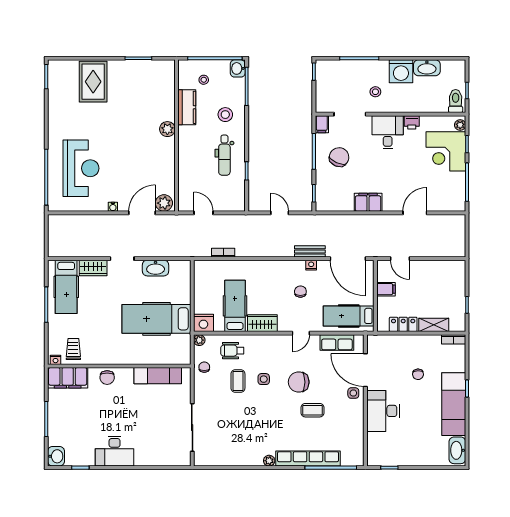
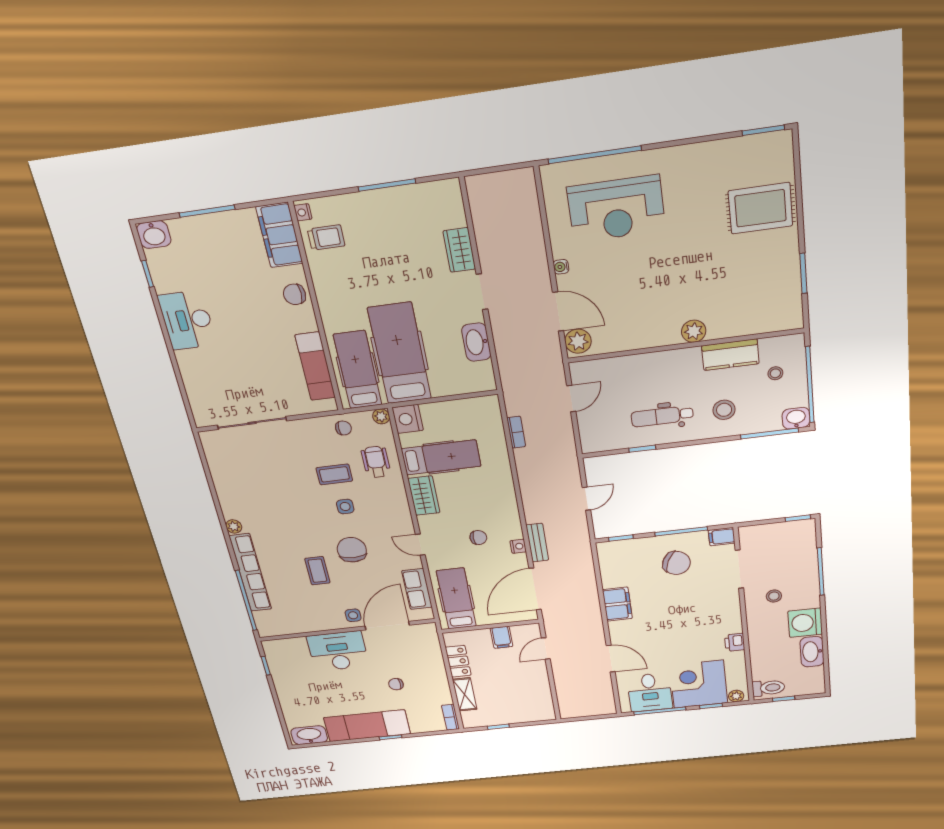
desk: (388, 132) -> (650, 692), moved, turned 90
hospital bed: (66, 287) -> (358, 370), moved, turned 90

